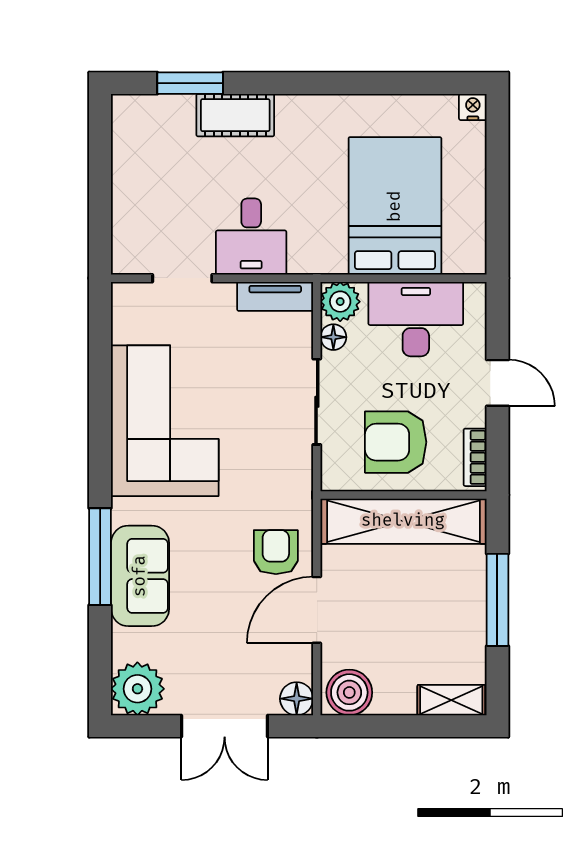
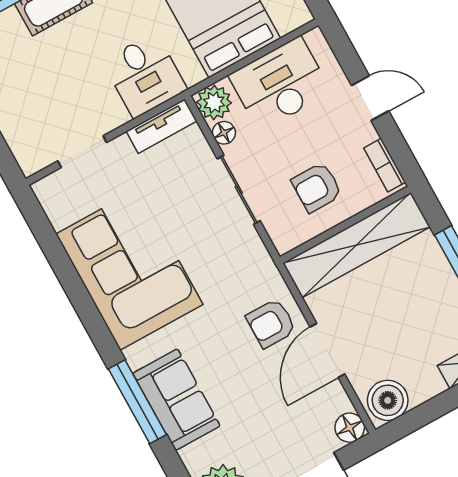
desk: (251, 237) -> (145, 75), moved
armchair: (396, 442) -> (317, 187), width x0.72, depth x0.72
armchair: (276, 552) -> (271, 323), turned -90

